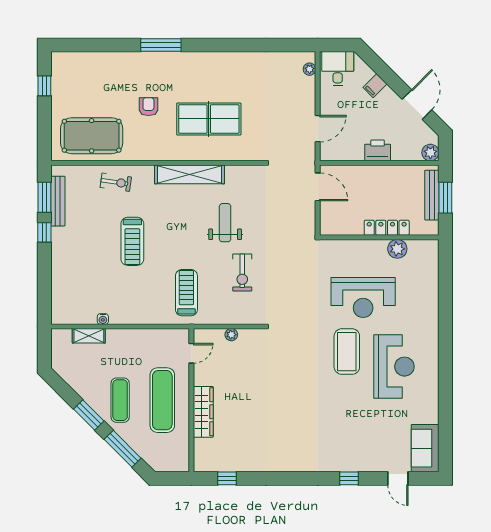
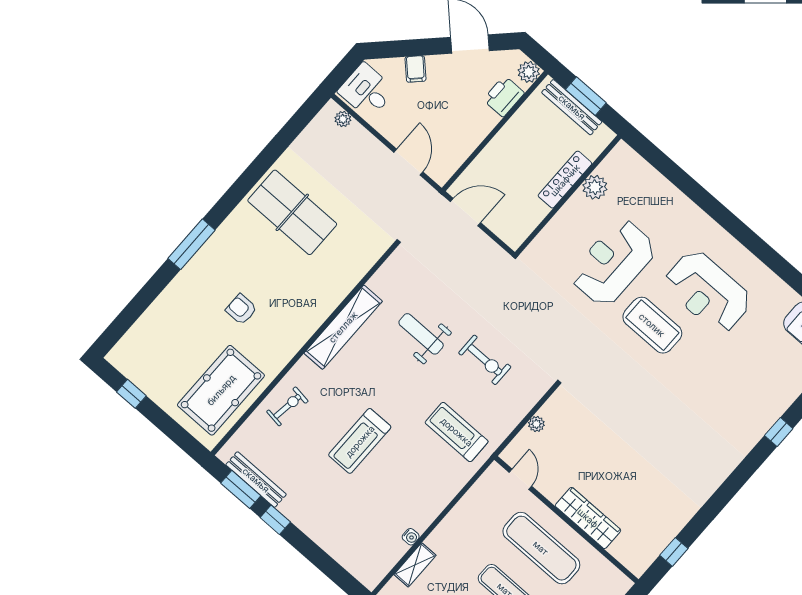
table tennis table: (209, 119) -> (292, 212), moved, turned 90
printer: (378, 150) -> (504, 96), moved
treadmill: (132, 241) -> (360, 441), turned 90
reception desk: (363, 297) -> (613, 263), turned 180
reception desk: (394, 367) -> (708, 292), turned 180

